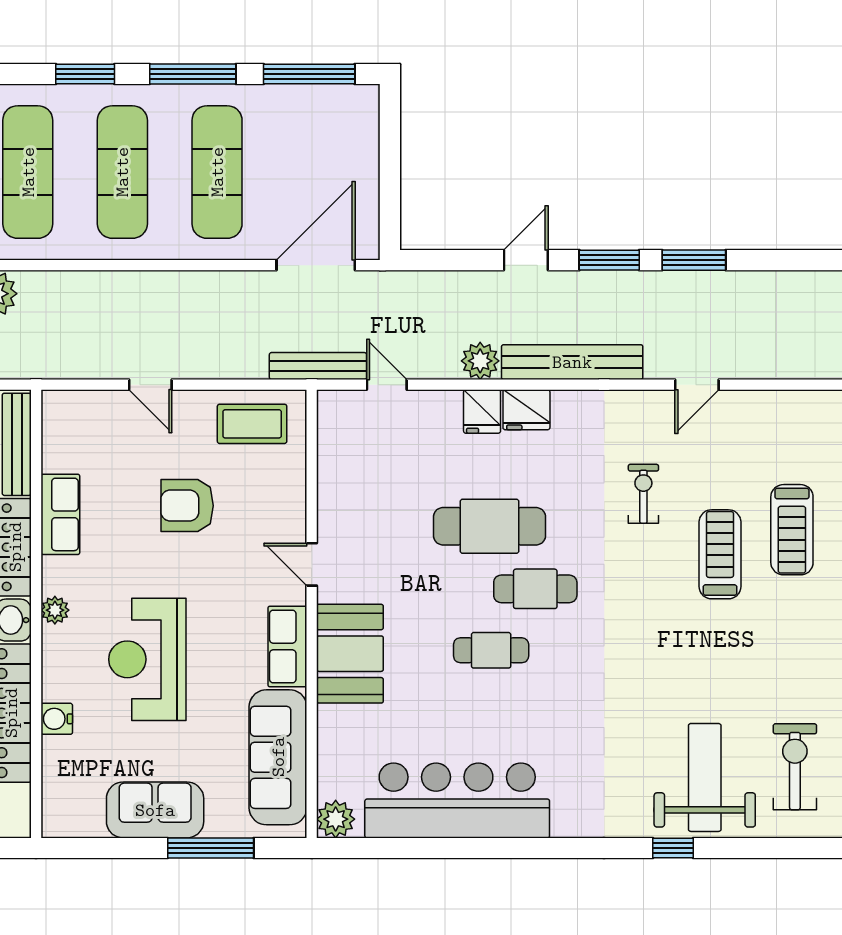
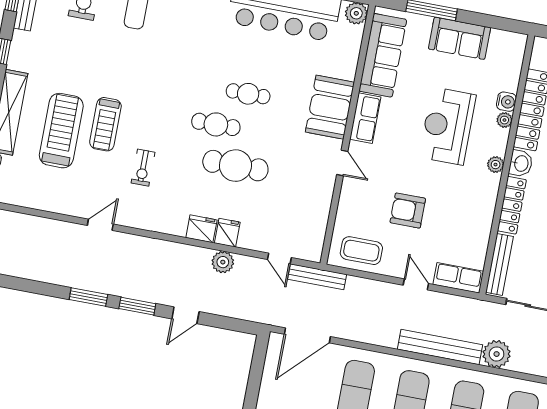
bench: (572, 362) -> (440, 347), moved
armchair: (187, 506) -> (408, 211), turned 180
row of seats: (60, 514) -> (458, 278), moved, turned 90
treadmill: (792, 530) -> (61, 131), width x1.37, depth x1.38
reception desk: (147, 659) -> (448, 126), turned 180
plant: (54, 687) -> (504, 120), added

